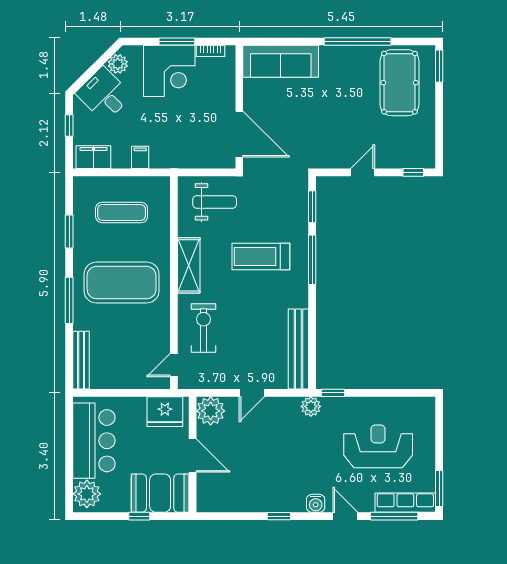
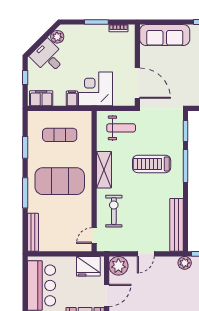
corner desk: (169, 71) -> (96, 89), moved, turned 180
door: (193, 456) -> (107, 295), hinge flipped

